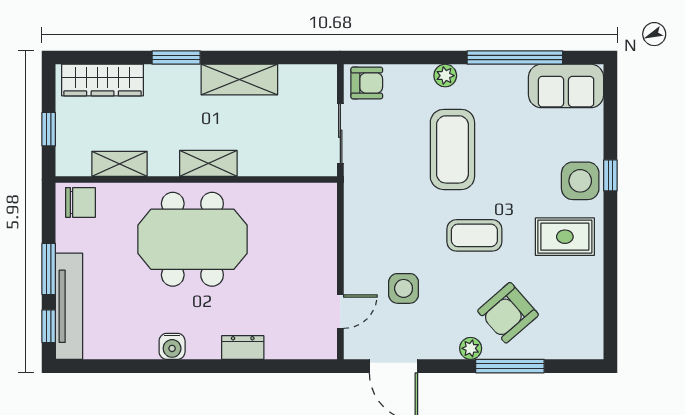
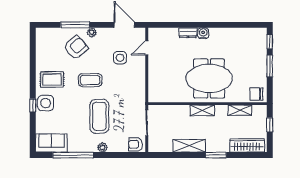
tv unit: (69, 306) -> (261, 50), removed
water cooler: (172, 346) -> (203, 33), moved

